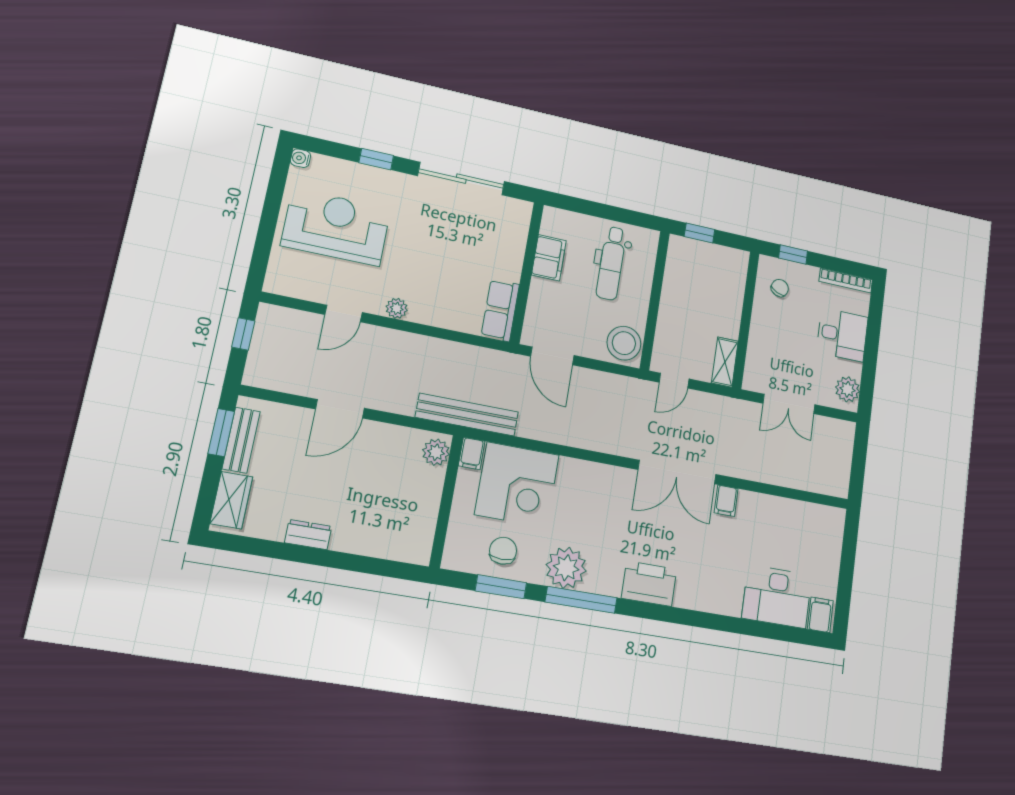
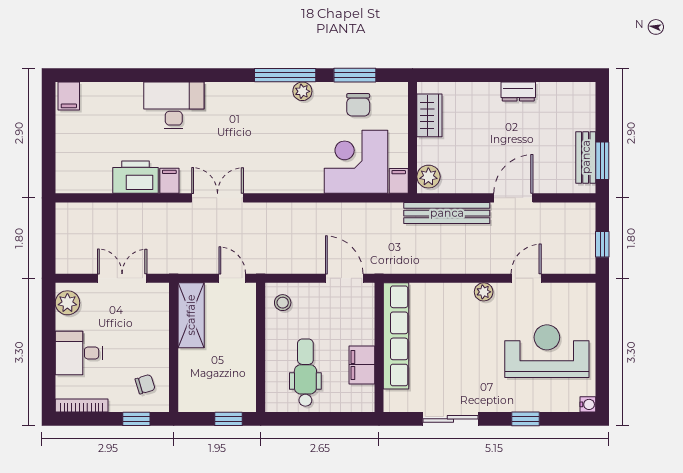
sliding door: (461, 179) -> (450, 419), width x0.73
reception desk: (336, 227) -> (547, 351), turned 180
chair: (780, 288) -> (145, 384), turned -132
row of seats: (500, 310) -> (396, 336), width x2.02
stool: (624, 343) -> (283, 303), width x0.53, depth x0.53
shelving: (725, 362) -> (191, 315), width x1.50, depth x1.33
door: (674, 381) -> (232, 278), hinge flipped
bench: (467, 415) -> (447, 213), moved
double door: (677, 472) -> (218, 198), width x0.73
wardrobe: (231, 500) -> (429, 115), moved, turned 180
plant: (566, 568) -> (302, 91), width x0.53, depth x0.53
printer: (649, 584) -> (135, 177), moved, turned 180
desk: (777, 597) -> (174, 105), moved

